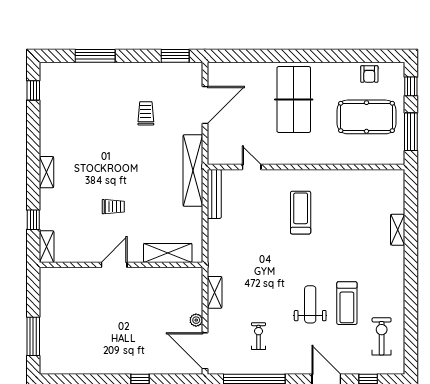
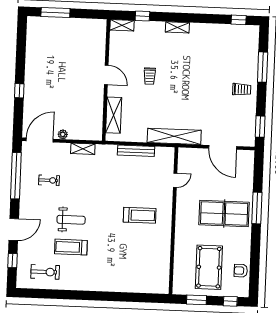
window: (284, 56) -> (257, 208), added
trolley: (146, 113) -> (242, 89), moved
window: (411, 132) -> (197, 300), width x0.69
bench: (214, 194) -> (136, 151), moved
shelving: (398, 230) -> (124, 287), removed

